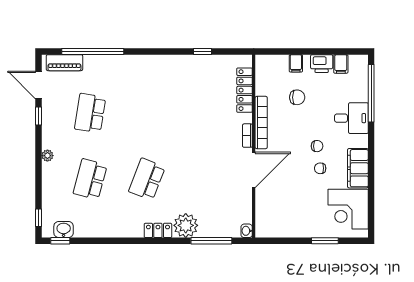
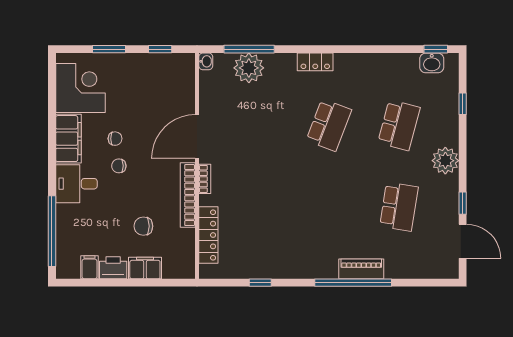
window: (93, 52) -> (353, 283), moved
piano: (64, 63) -> (361, 269), moved
filing cabinet: (296, 63) -> (145, 268), width x2.00
desk: (351, 118) -> (76, 184), moved
plant: (47, 156) -> (445, 161), width x1.87, depth x1.87
window: (39, 218) -> (463, 104), moved
plant: (186, 225) -> (249, 68), moved
window: (284, 241) -> (160, 49), added

